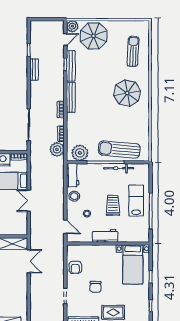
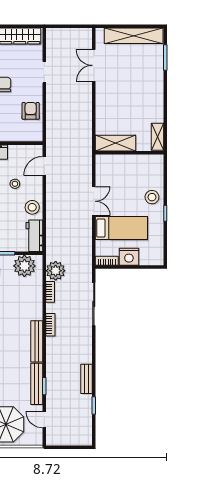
plant: (72, 26) -> (35, 438), removed
door: (65, 39) -> (44, 420), hinge flipped
door: (65, 227) -> (44, 166), hinge flipped
double door: (29, 261) -> (94, 65), moved

